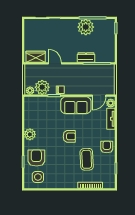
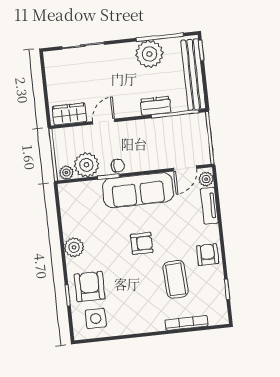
bench: (110, 42) -> (193, 75), added
door: (55, 63) -> (104, 122), hinge flipped
sofa: (76, 105) -> (138, 190), width x1.36

